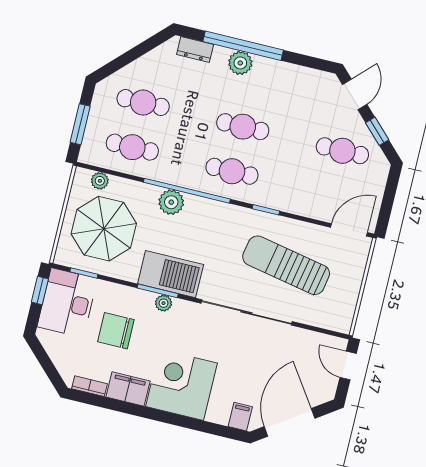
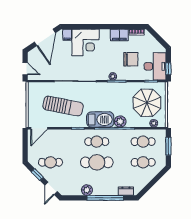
plant: (240, 63) -> (87, 190), moved
cafe table: (243, 127) -> (97, 162), width x1.37, depth x1.35
barbecue: (171, 274) -> (100, 119), moved, turned 180
corner desk: (182, 385) -> (86, 42), moved

